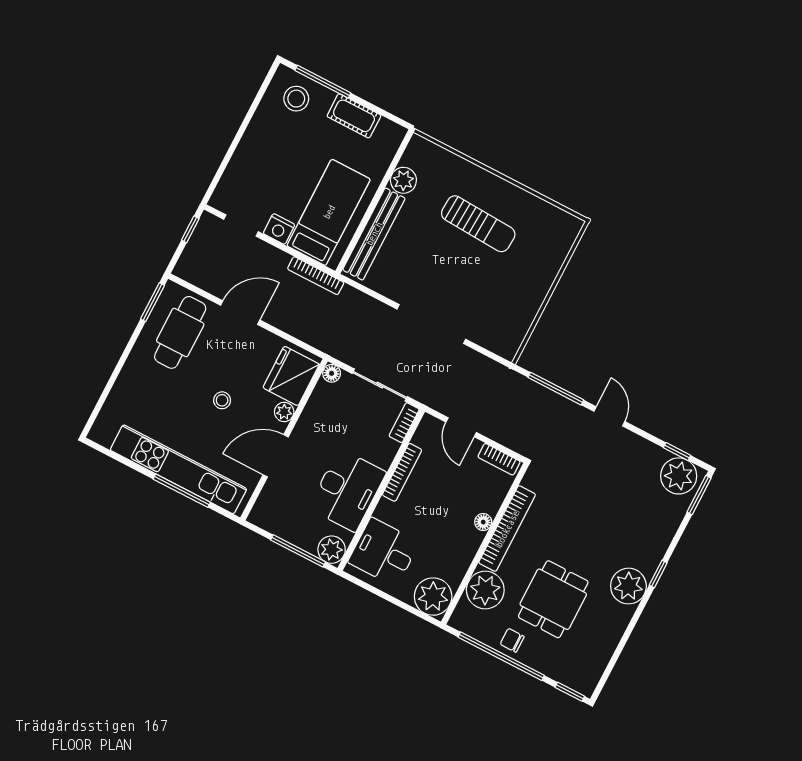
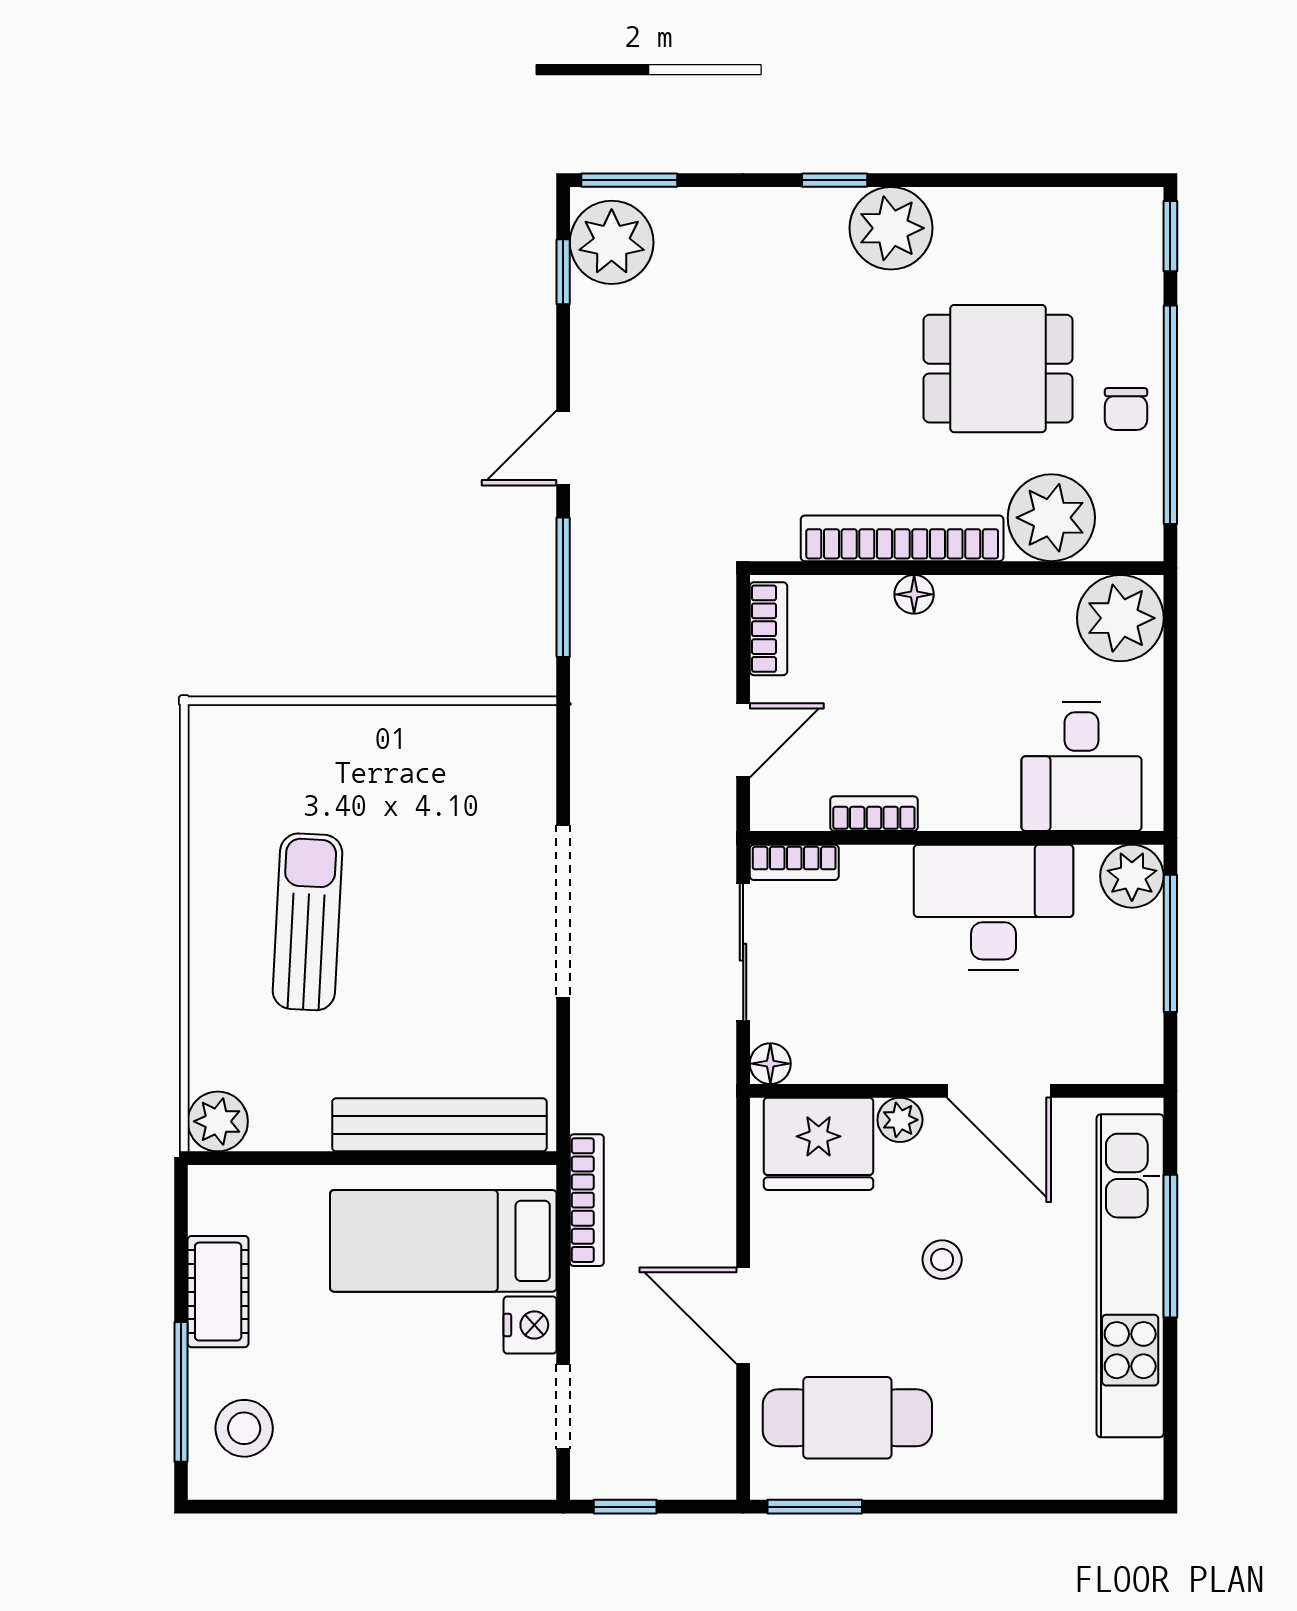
plant: (403, 180) -> (218, 1121), moved
bookcase: (402, 472) -> (874, 814), width x0.64

